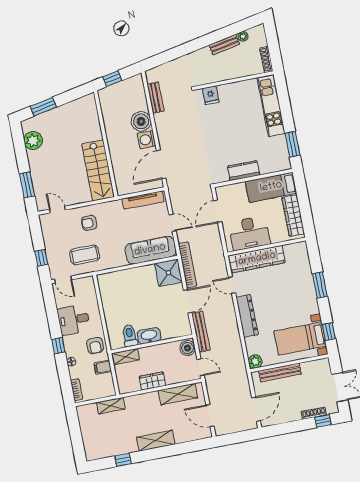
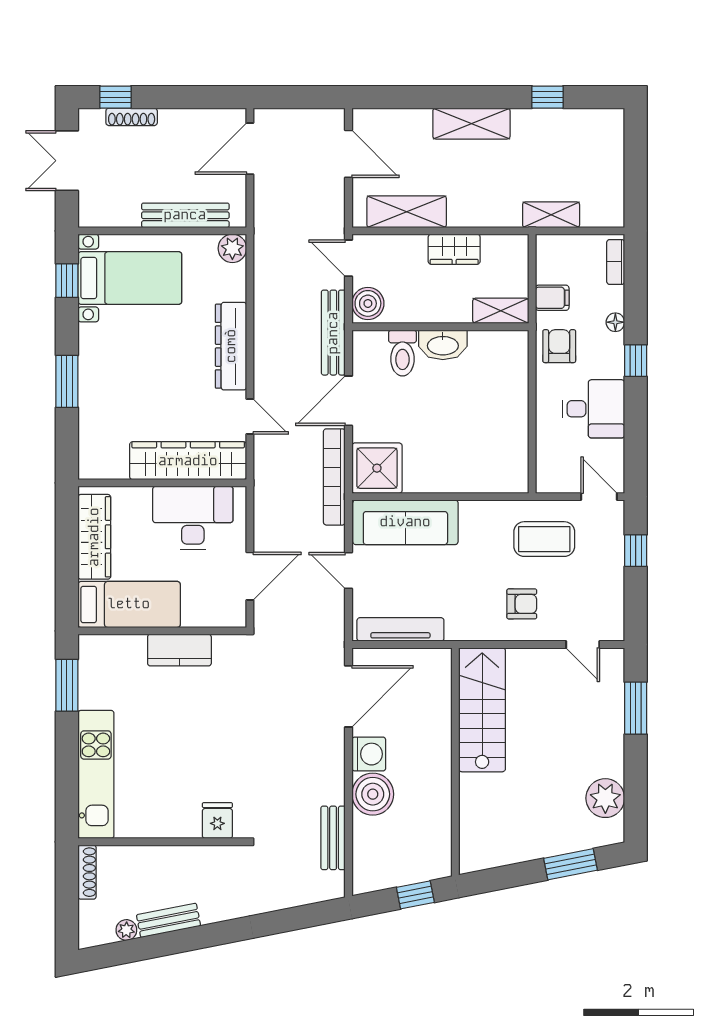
toilet: (130, 336) -> (402, 353), moved

